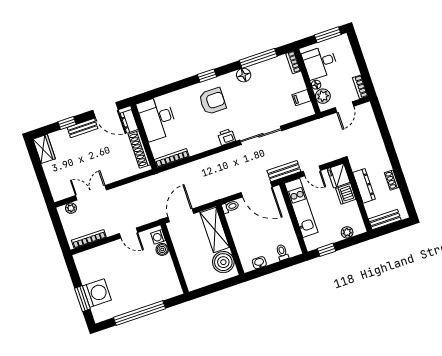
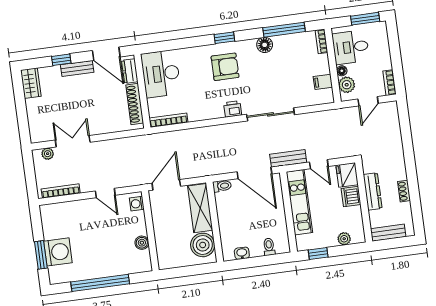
boiler: (162, 249) -> (142, 243), moved

